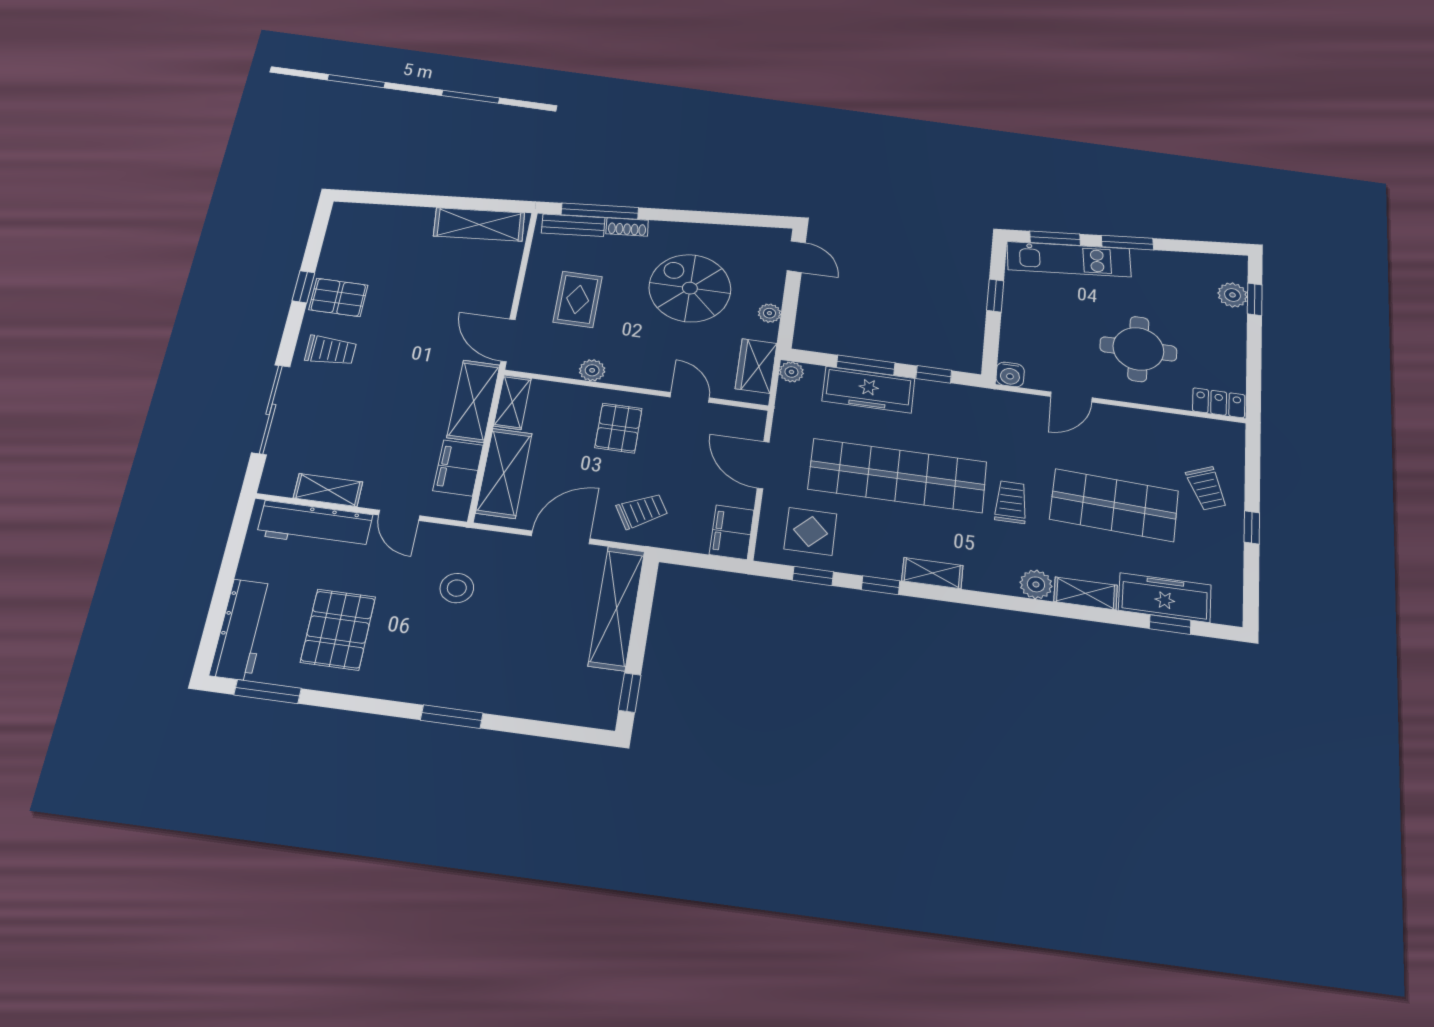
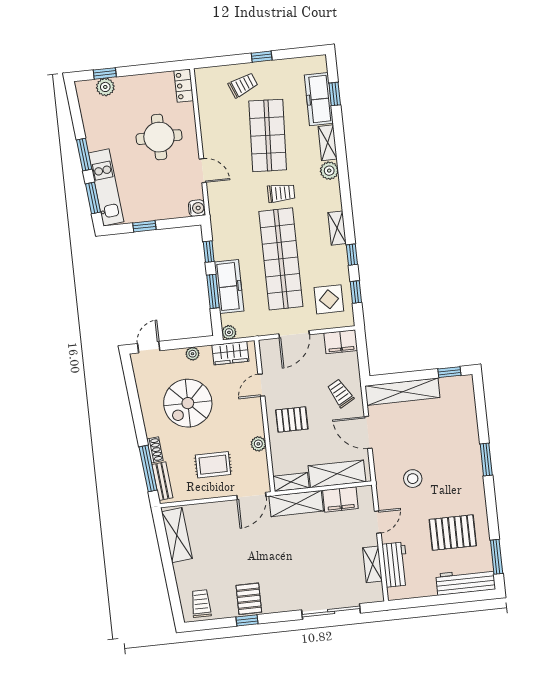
trolley: (331, 351) -> (201, 604), moved
trolley: (1011, 502) -> (281, 193), turned 180
workbench: (315, 525) -> (395, 564), width x0.73

